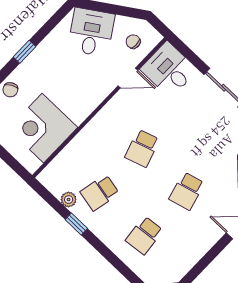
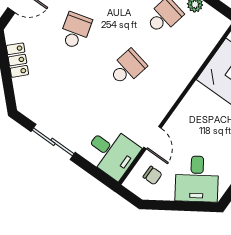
door: (128, 78) -> (153, 138), swing flipped
school desk: (142, 148) -> (127, 68), turned 30

